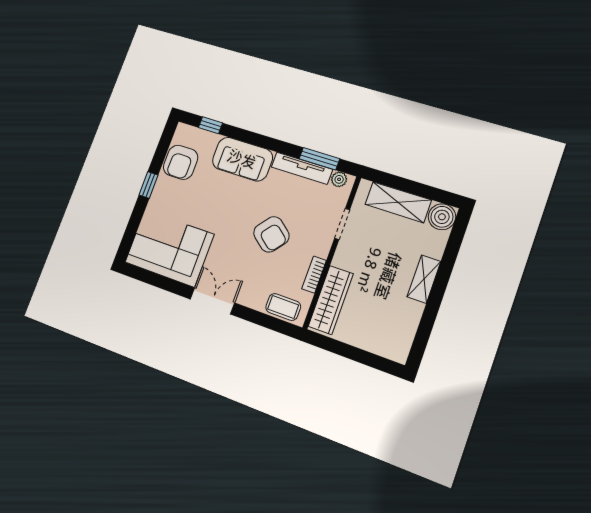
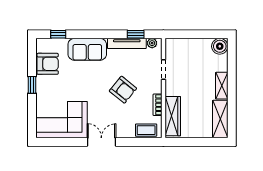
window: (319, 159) -> (136, 34), width x0.67
armchair: (181, 162) -> (48, 64), turned -90
shelving: (398, 202) -> (220, 119), moved, turned 90

